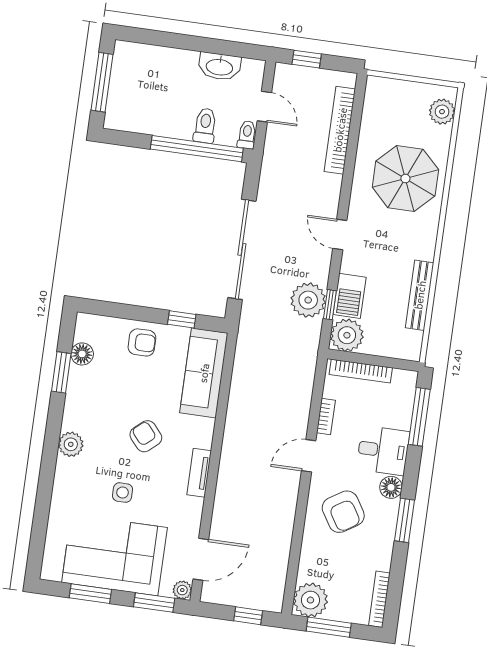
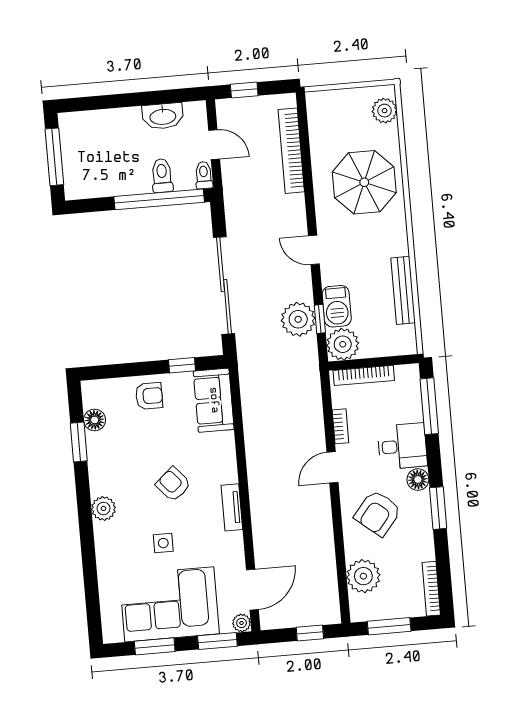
sofa: (204, 373) -> (214, 400), width x0.73
armchair: (343, 512) -> (378, 513), turned 71
plant: (310, 600) -> (363, 576), moved

